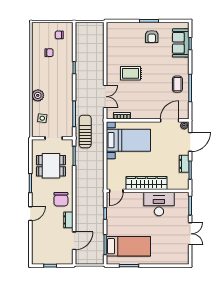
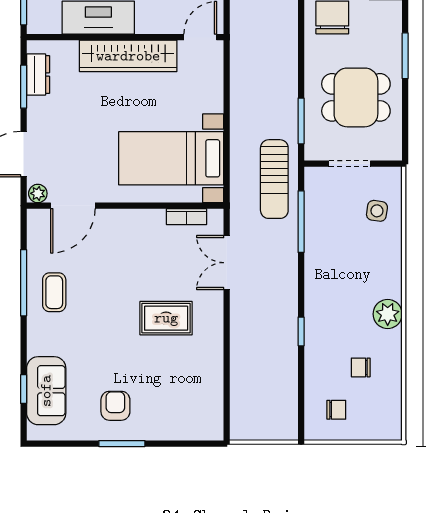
plant: (38, 95) -> (388, 314), moved
dresser: (184, 164) -> (38, 75), moved

